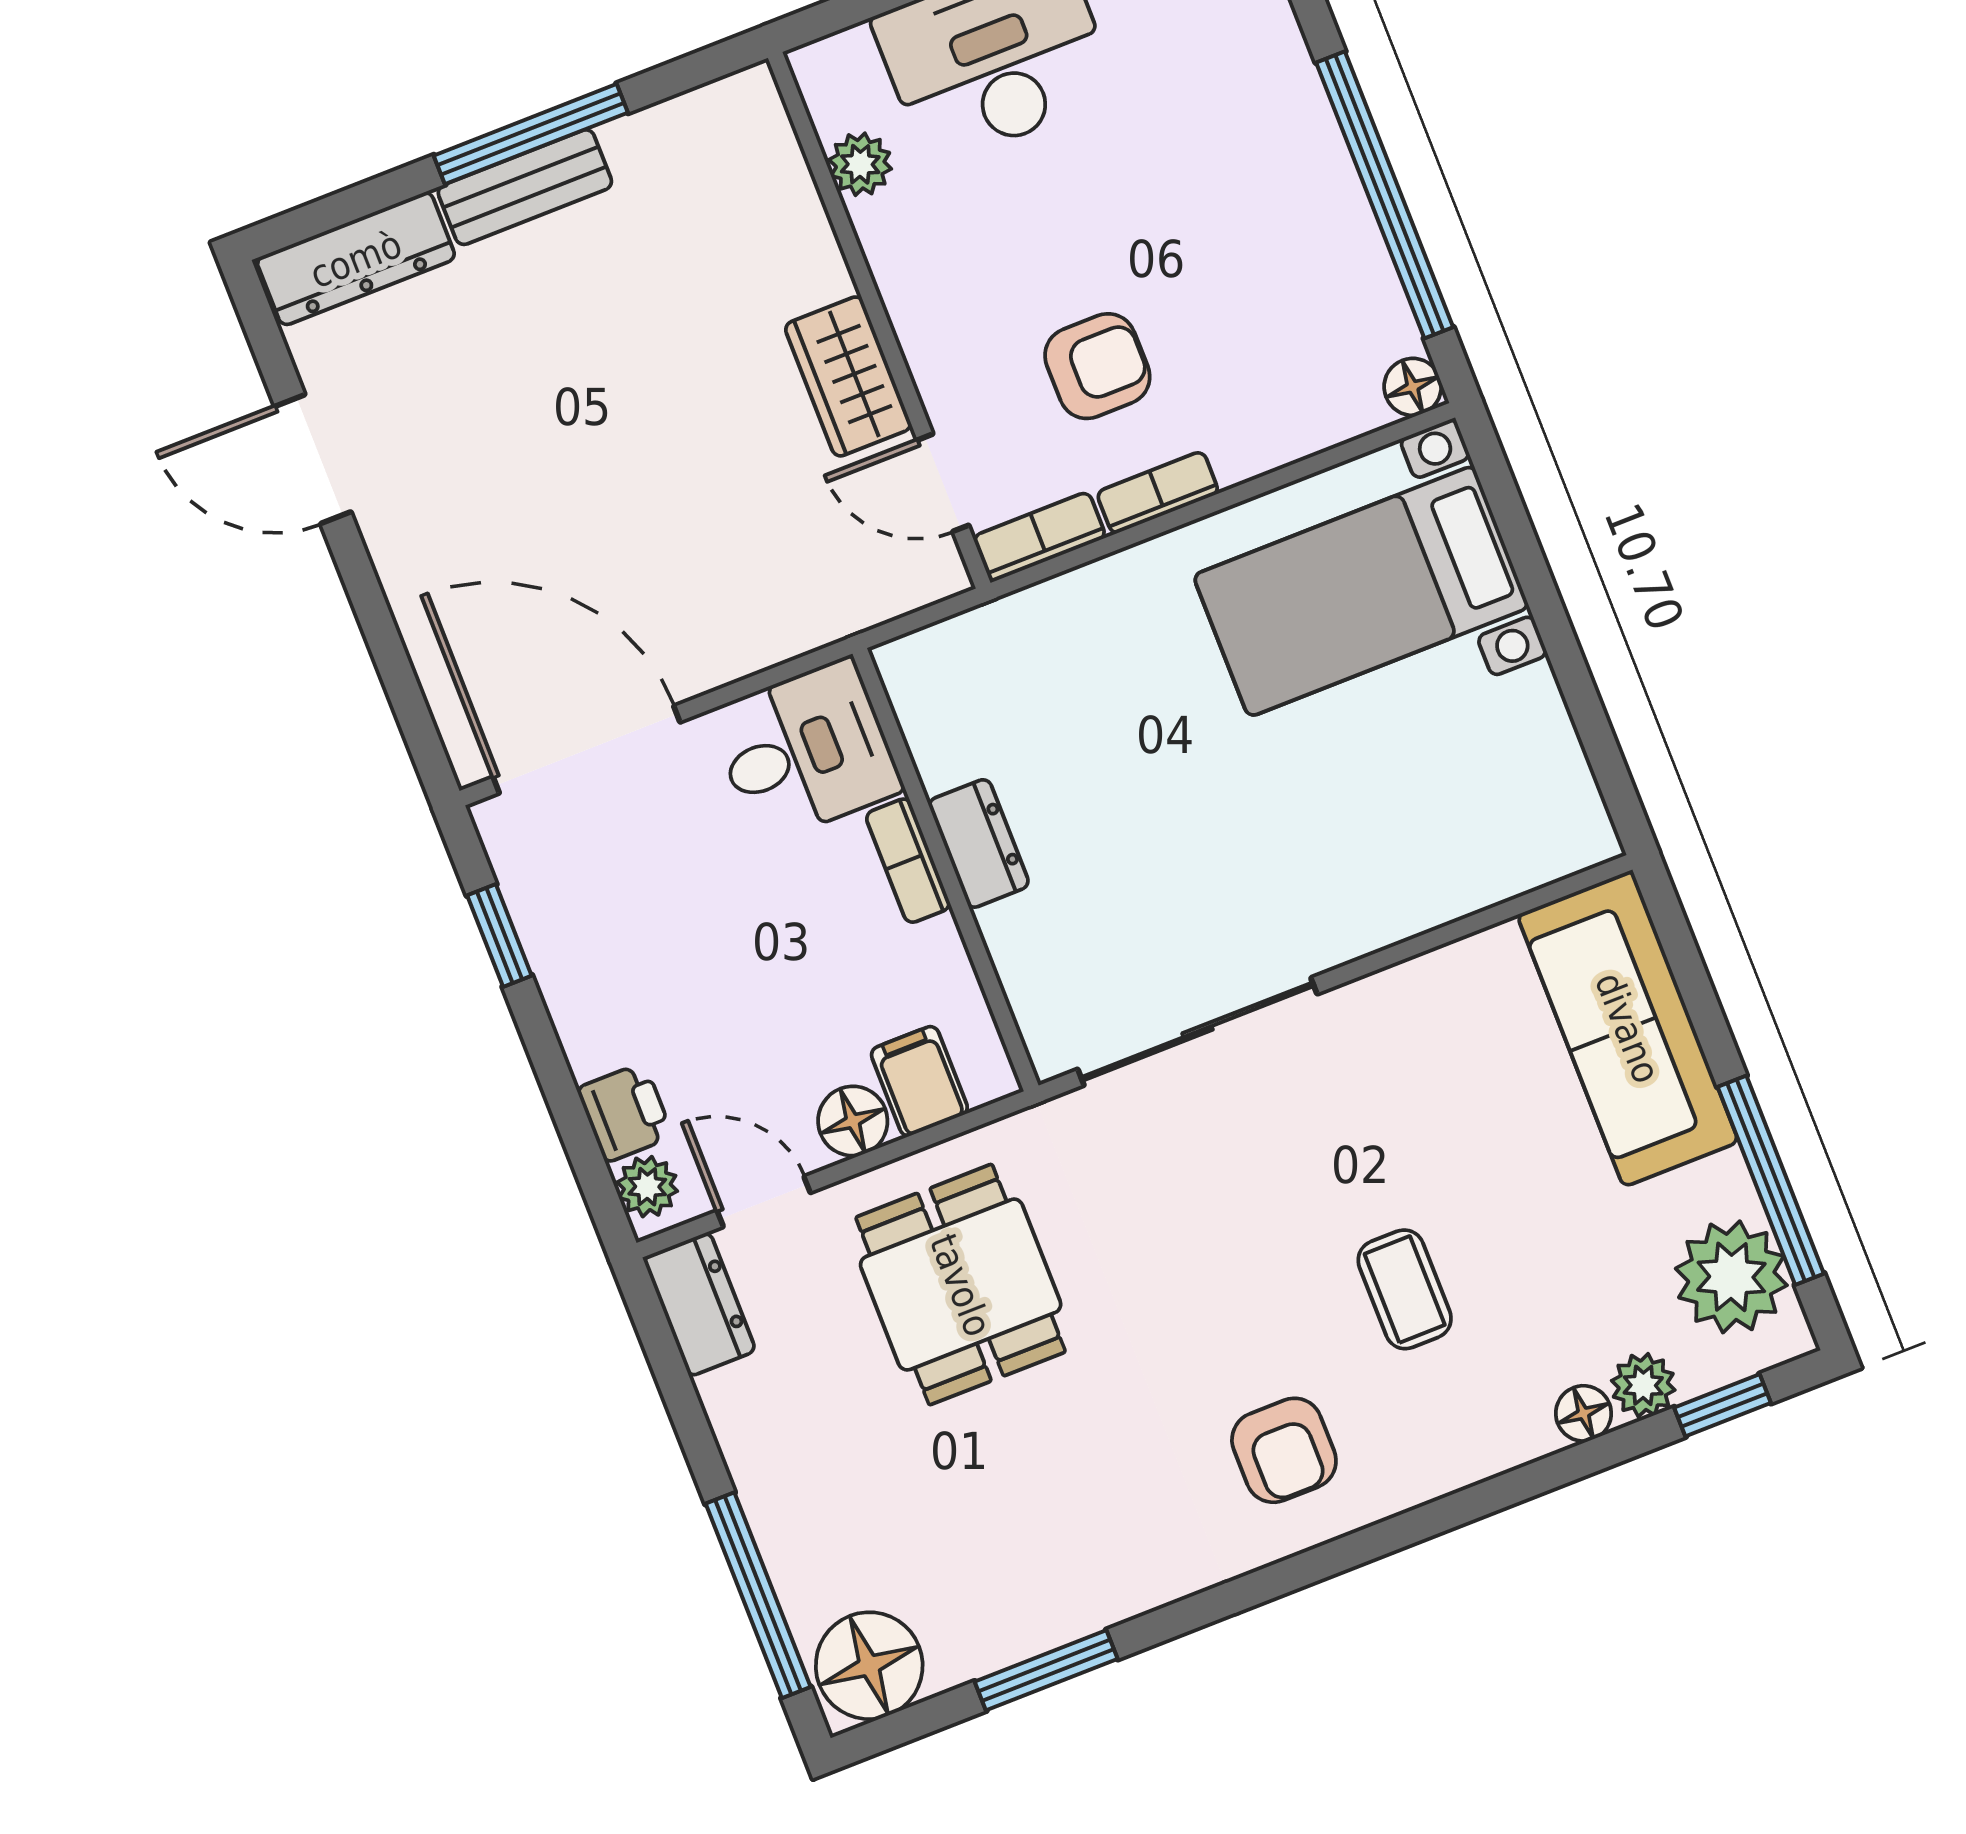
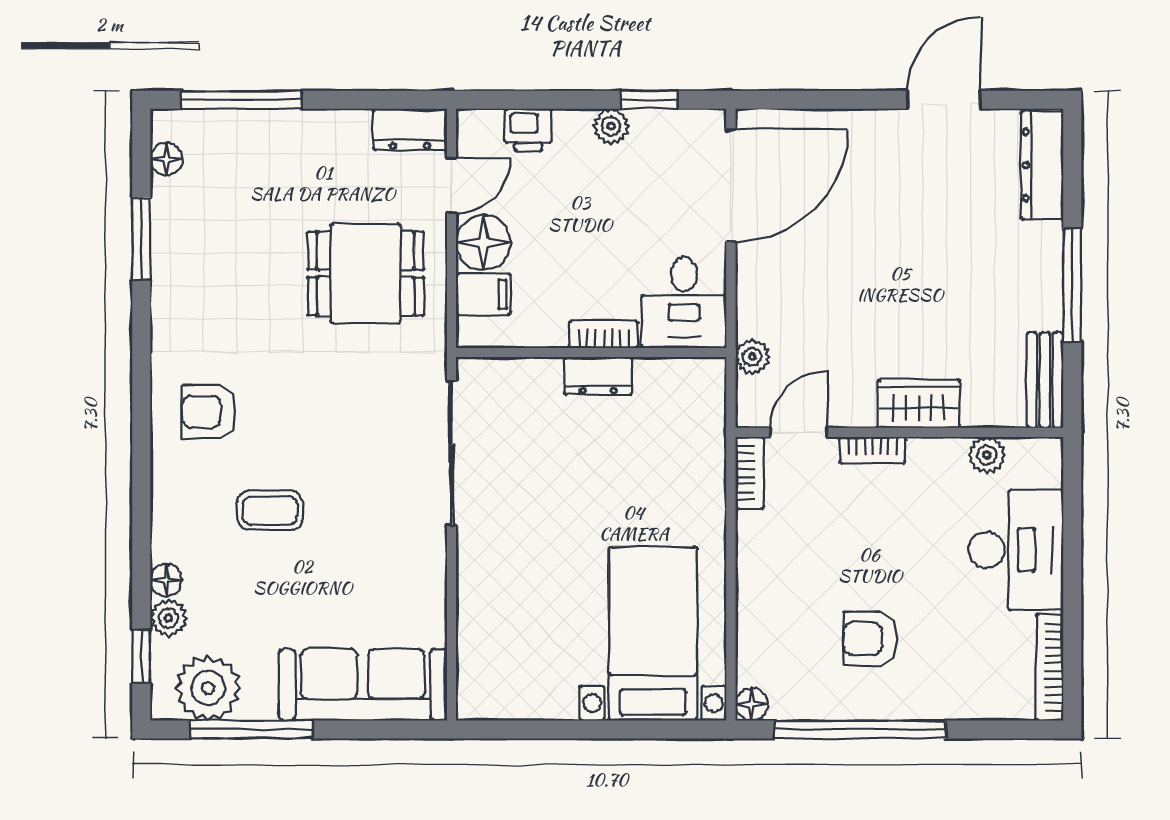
bench: (525, 187) -> (1045, 380), moved
armchair: (1097, 366) -> (870, 639), moved, turned 90
wardrobe: (848, 376) -> (919, 404), moved
bookcase: (1158, 493) -> (872, 450), moved, turned 90
plant: (850, 606) -> (752, 357), added
floor lamp: (853, 1121) -> (483, 243), width x1.38, depth x1.38
plant: (647, 1187) -> (611, 126), moved
floor lamp: (869, 1666) -> (166, 159), width x0.53, depth x0.53

